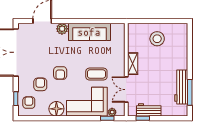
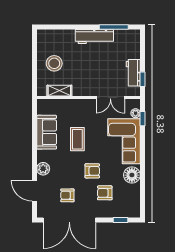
sofa: (89, 32) -> (47, 132), width x0.73
shelving: (133, 64) -> (59, 91), moved
coffee table: (96, 74) -> (77, 139), moved
workbench: (181, 87) -> (94, 36), moved
armchair: (29, 103) -> (67, 195), moved

